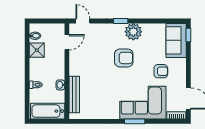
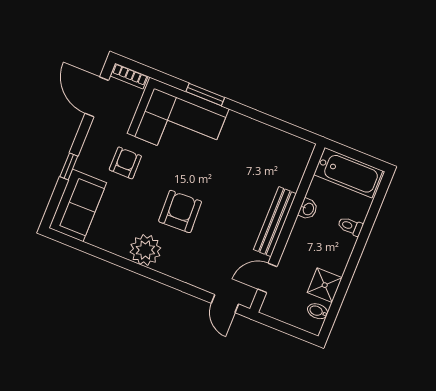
window: (121, 21) -> (160, 277), removed
window: (188, 35) -> (69, 166), moved
armchair: (124, 58) -> (180, 211), turned 88
armchair: (161, 71) -> (125, 163), turned 90
bench: (74, 95) -> (275, 222), moved

